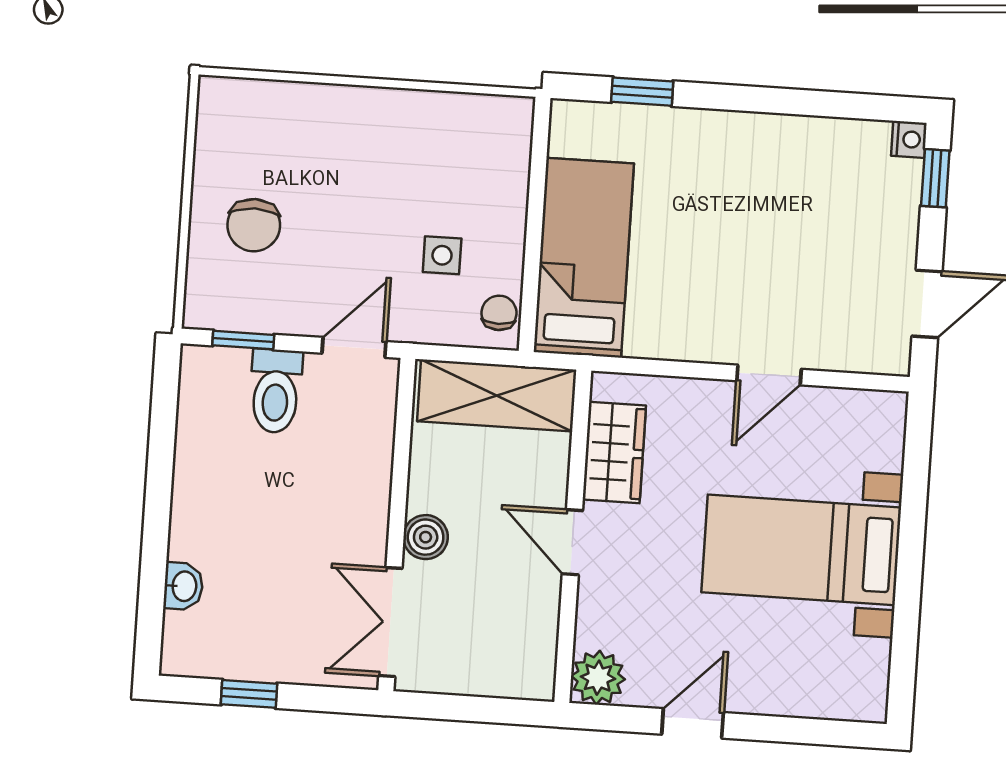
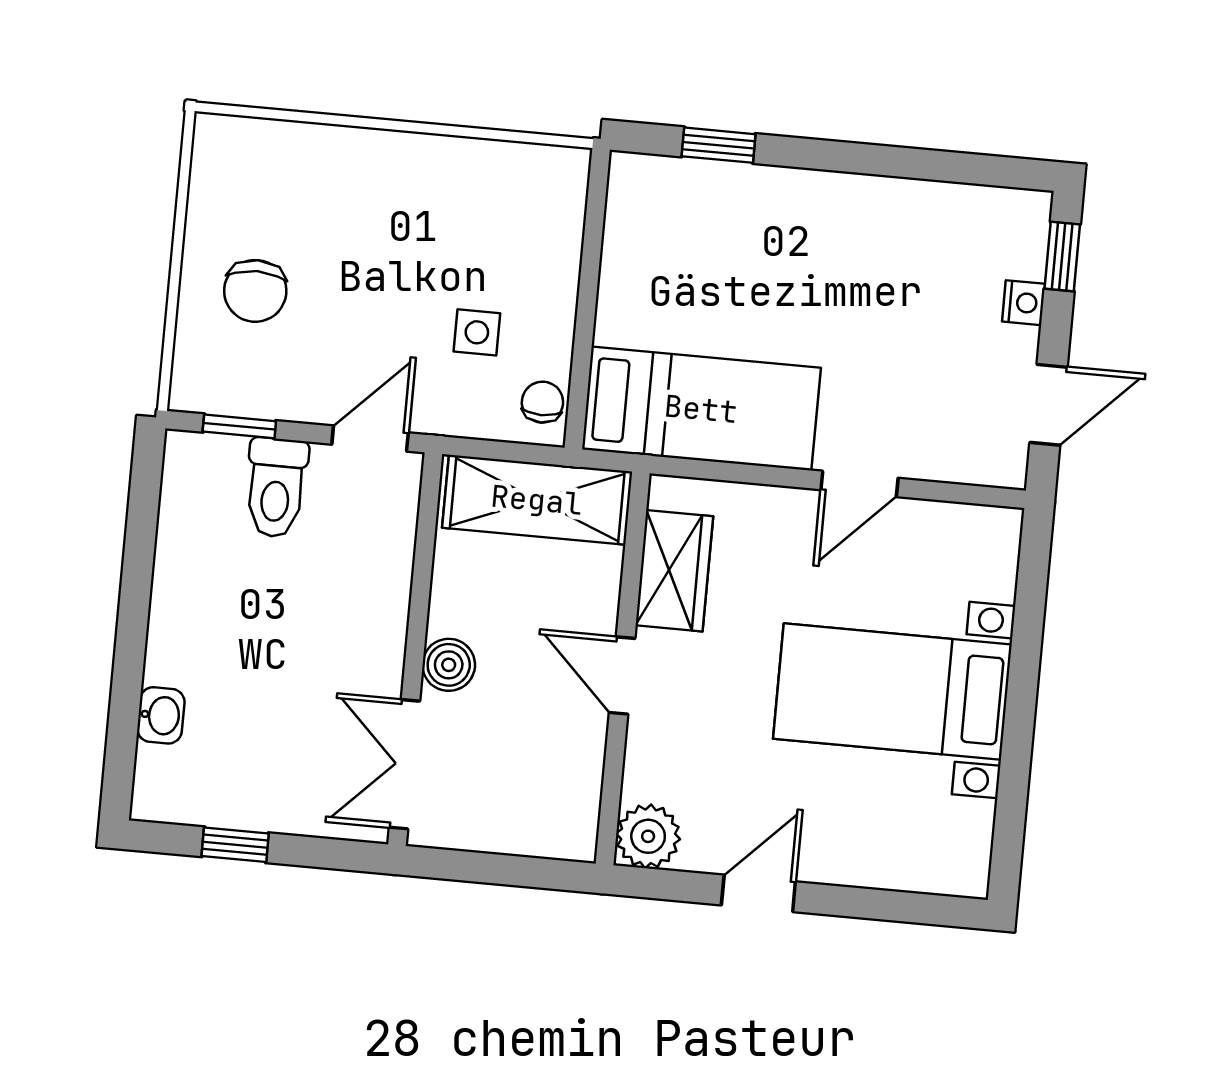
nightstand: (909, 139) -> (1024, 303), moved
bed: (584, 258) -> (701, 409), moved, turned 90

